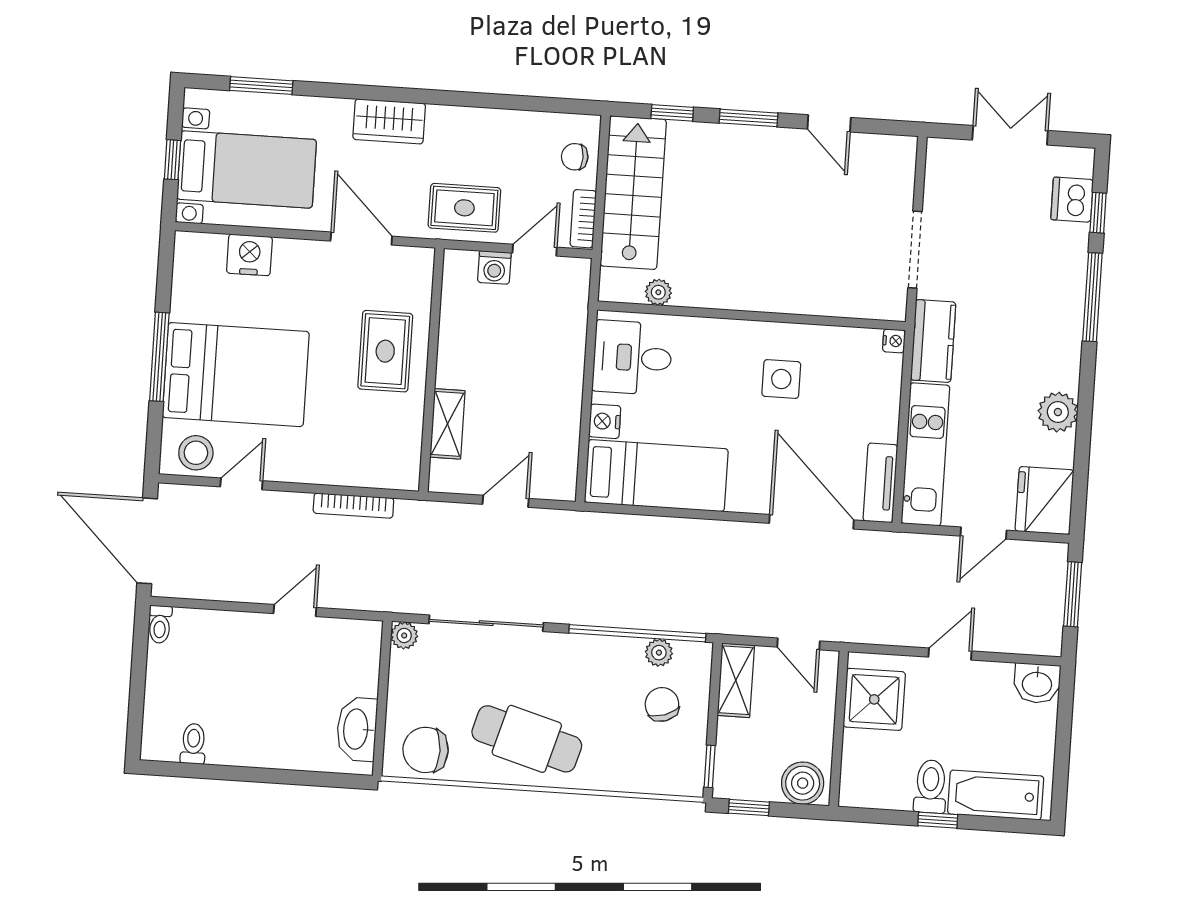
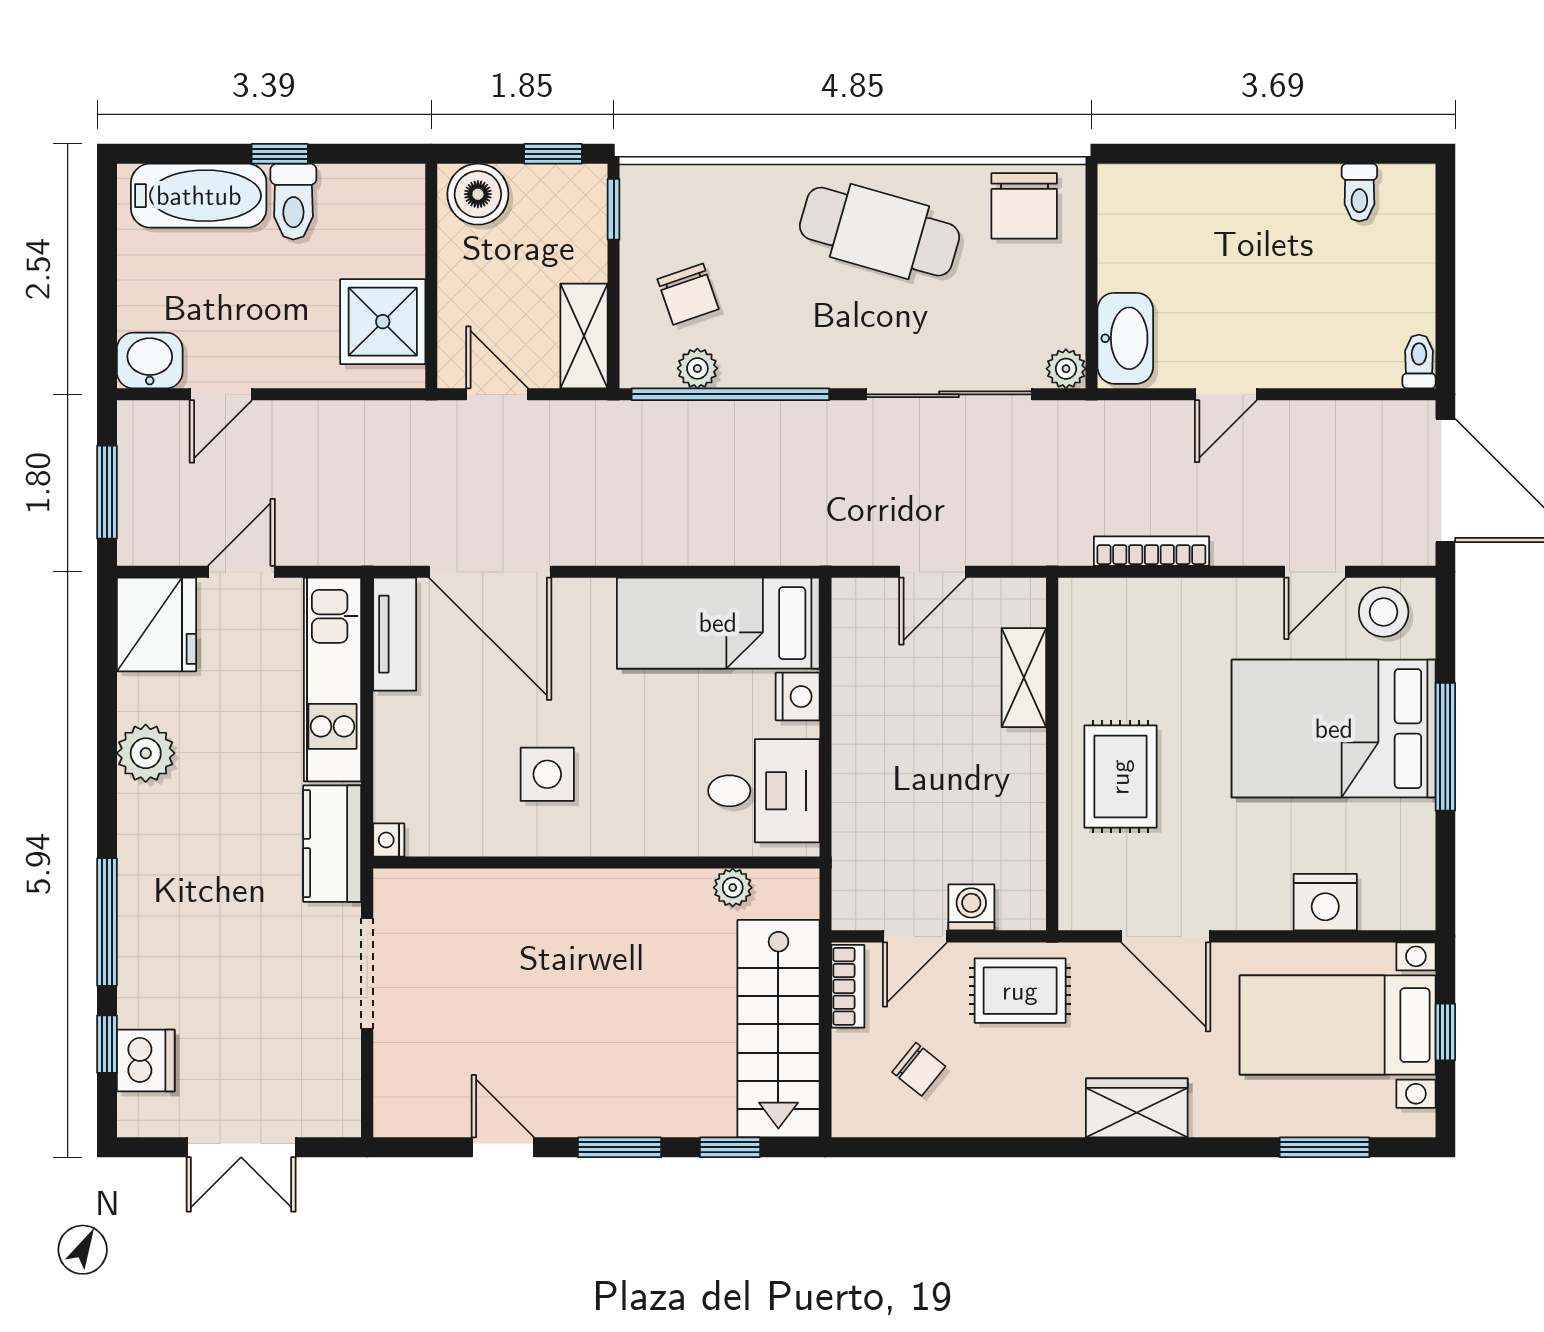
chair: (575, 157) -> (919, 1069), moved, turned 39
door: (950, 654) -> (221, 394), moved
washbasin: (357, 729) -> (1125, 338), moved
chair: (426, 750) -> (1024, 206), turned 90

